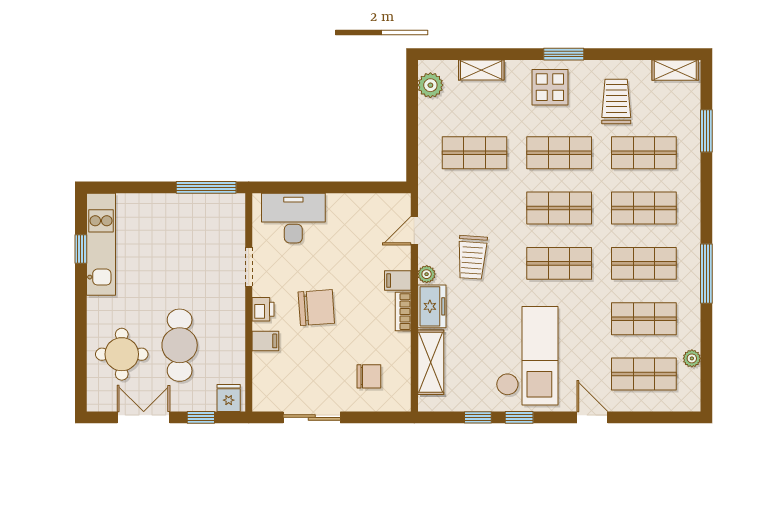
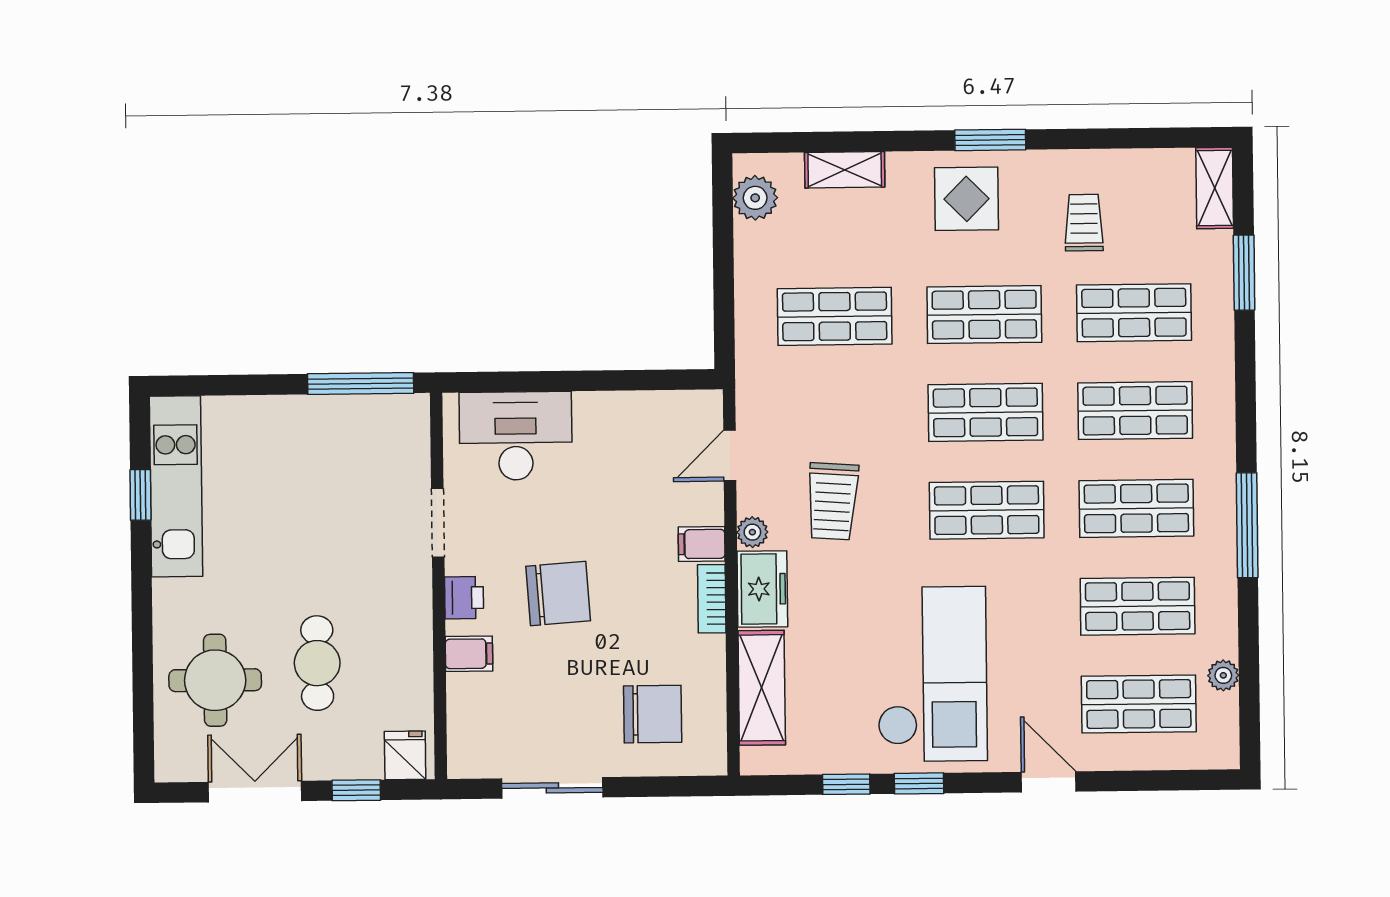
shelving: (675, 70) -> (1215, 188), moved, turned 90
trolley: (616, 101) -> (1084, 223), width x0.73, depth x0.72
cafe table: (180, 345) -> (317, 663), width x0.73, depth x0.74
chair: (369, 376) -> (653, 714), width x1.37, depth x1.37

